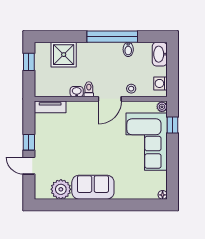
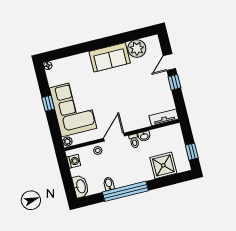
window: (173, 125) -> (48, 103), moved
door: (29, 166) -> (169, 62), swing flipped

